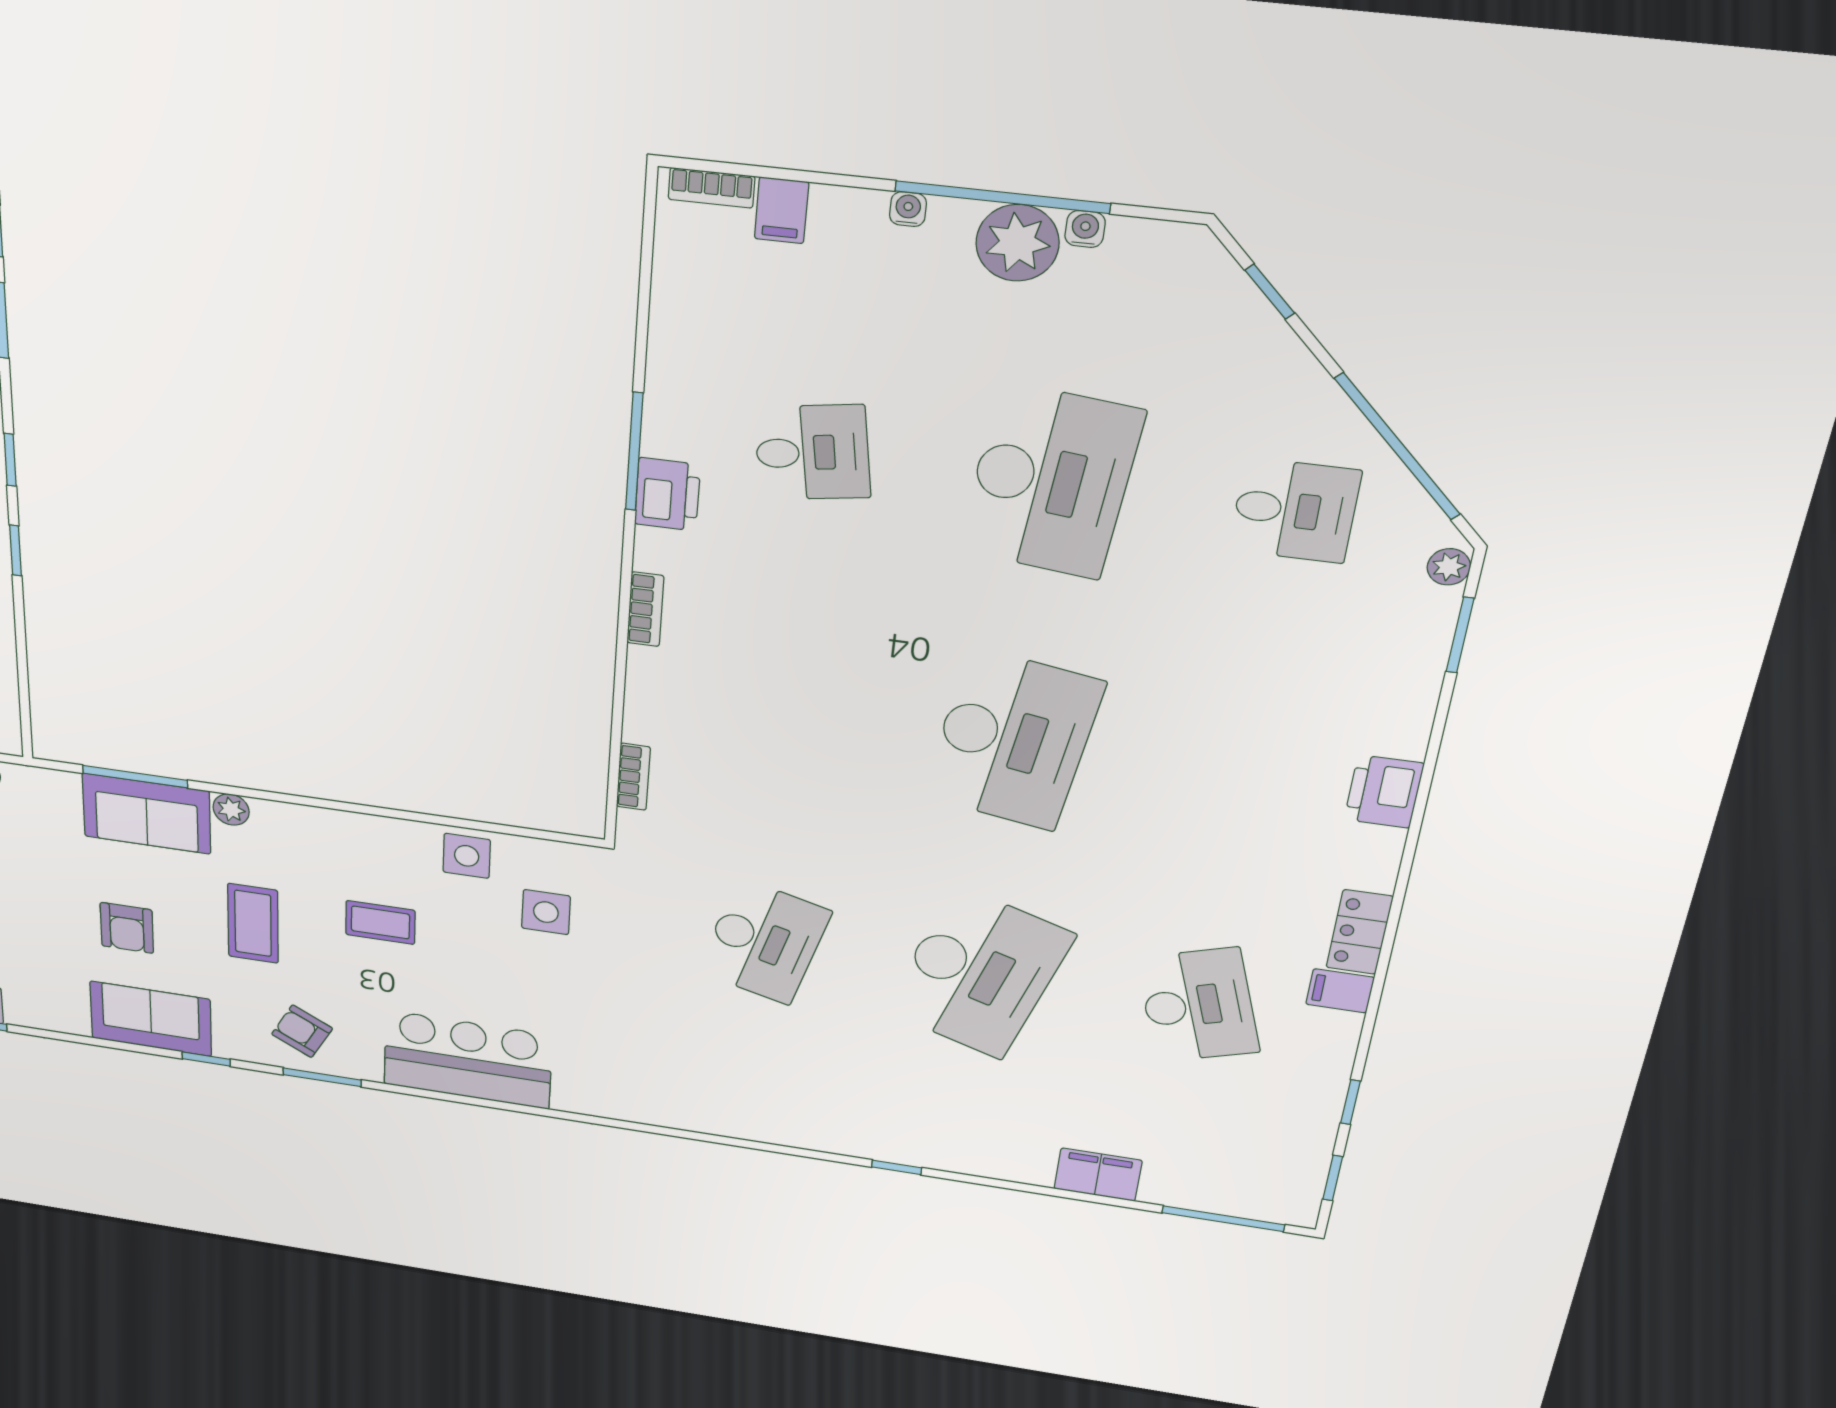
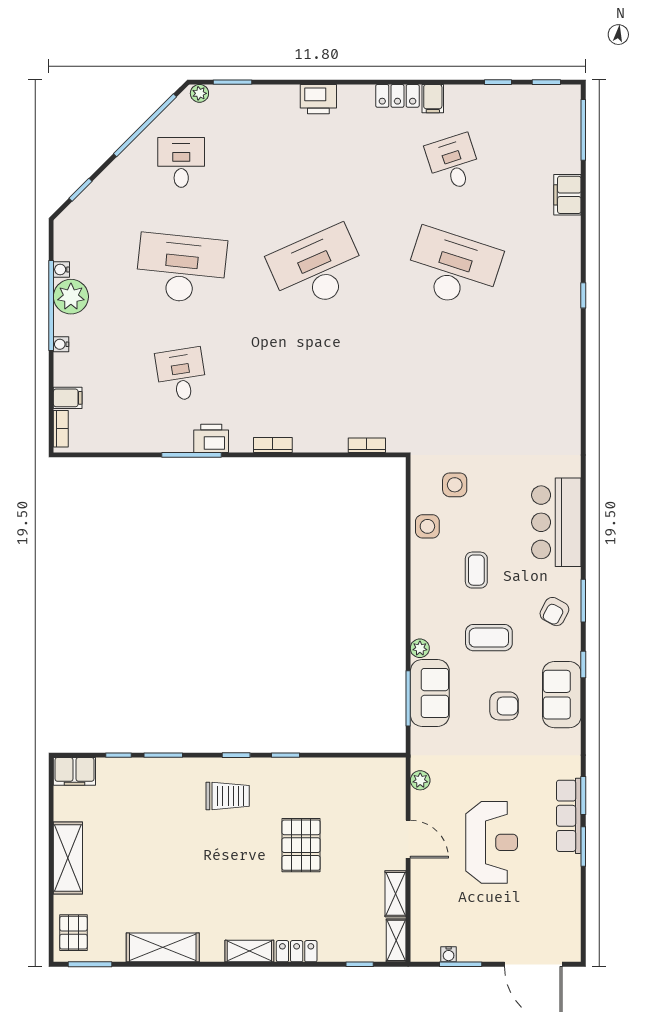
desk: (1013, 740) -> (317, 269), turned -33
desk: (764, 942) -> (453, 375), removed
desk: (1198, 1005) -> (453, 162), width x0.73

